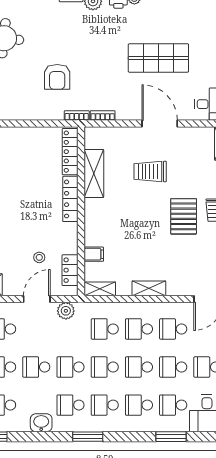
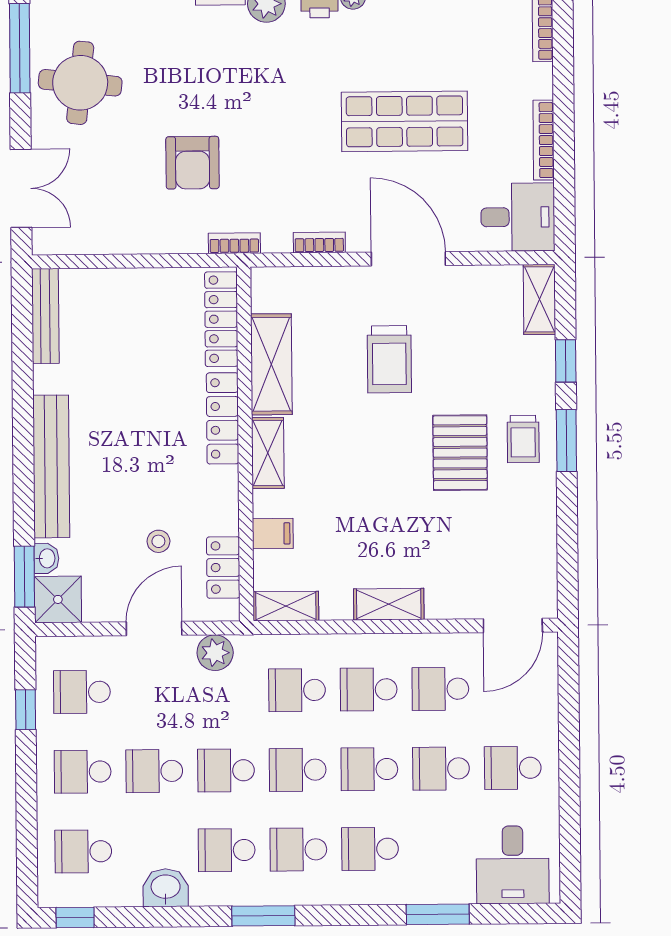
bookcase: (103, 115) -> (319, 243), moved
trolley: (150, 171) -> (389, 359), turned -90
shelving: (92, 216) -> (268, 453), added
school desk: (173, 405) -> (442, 848), removed

